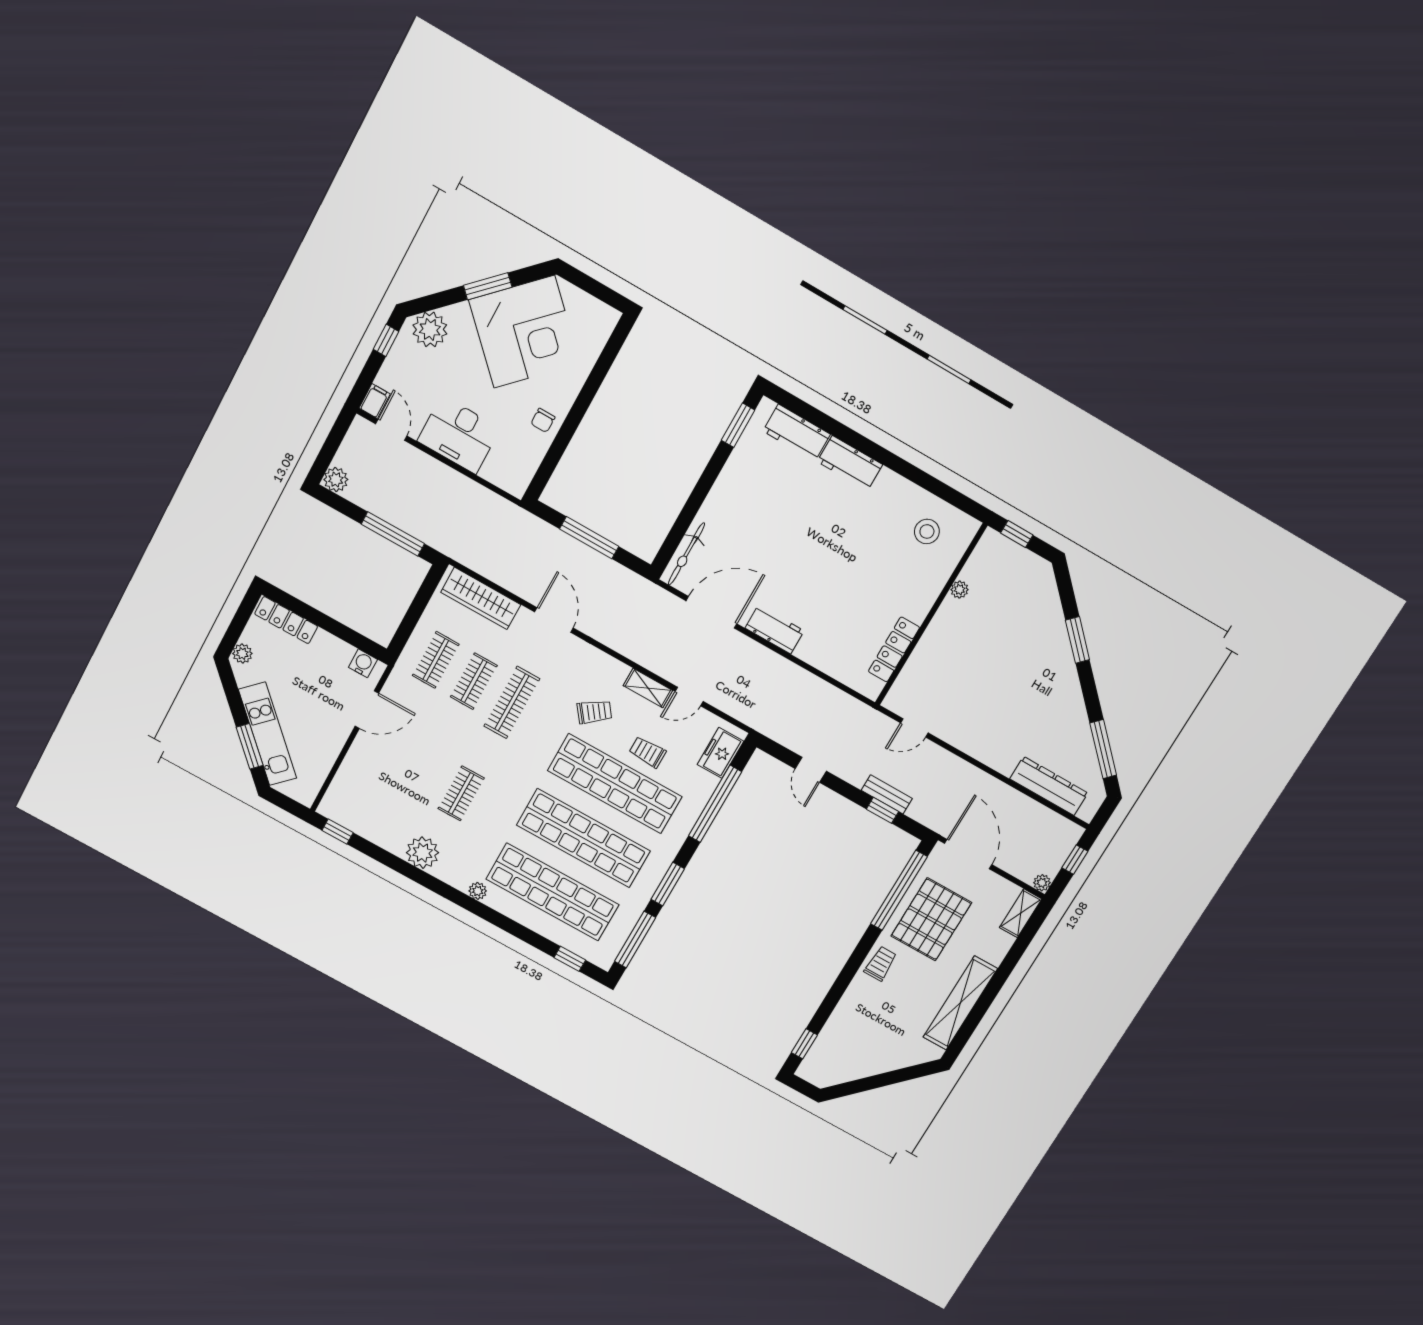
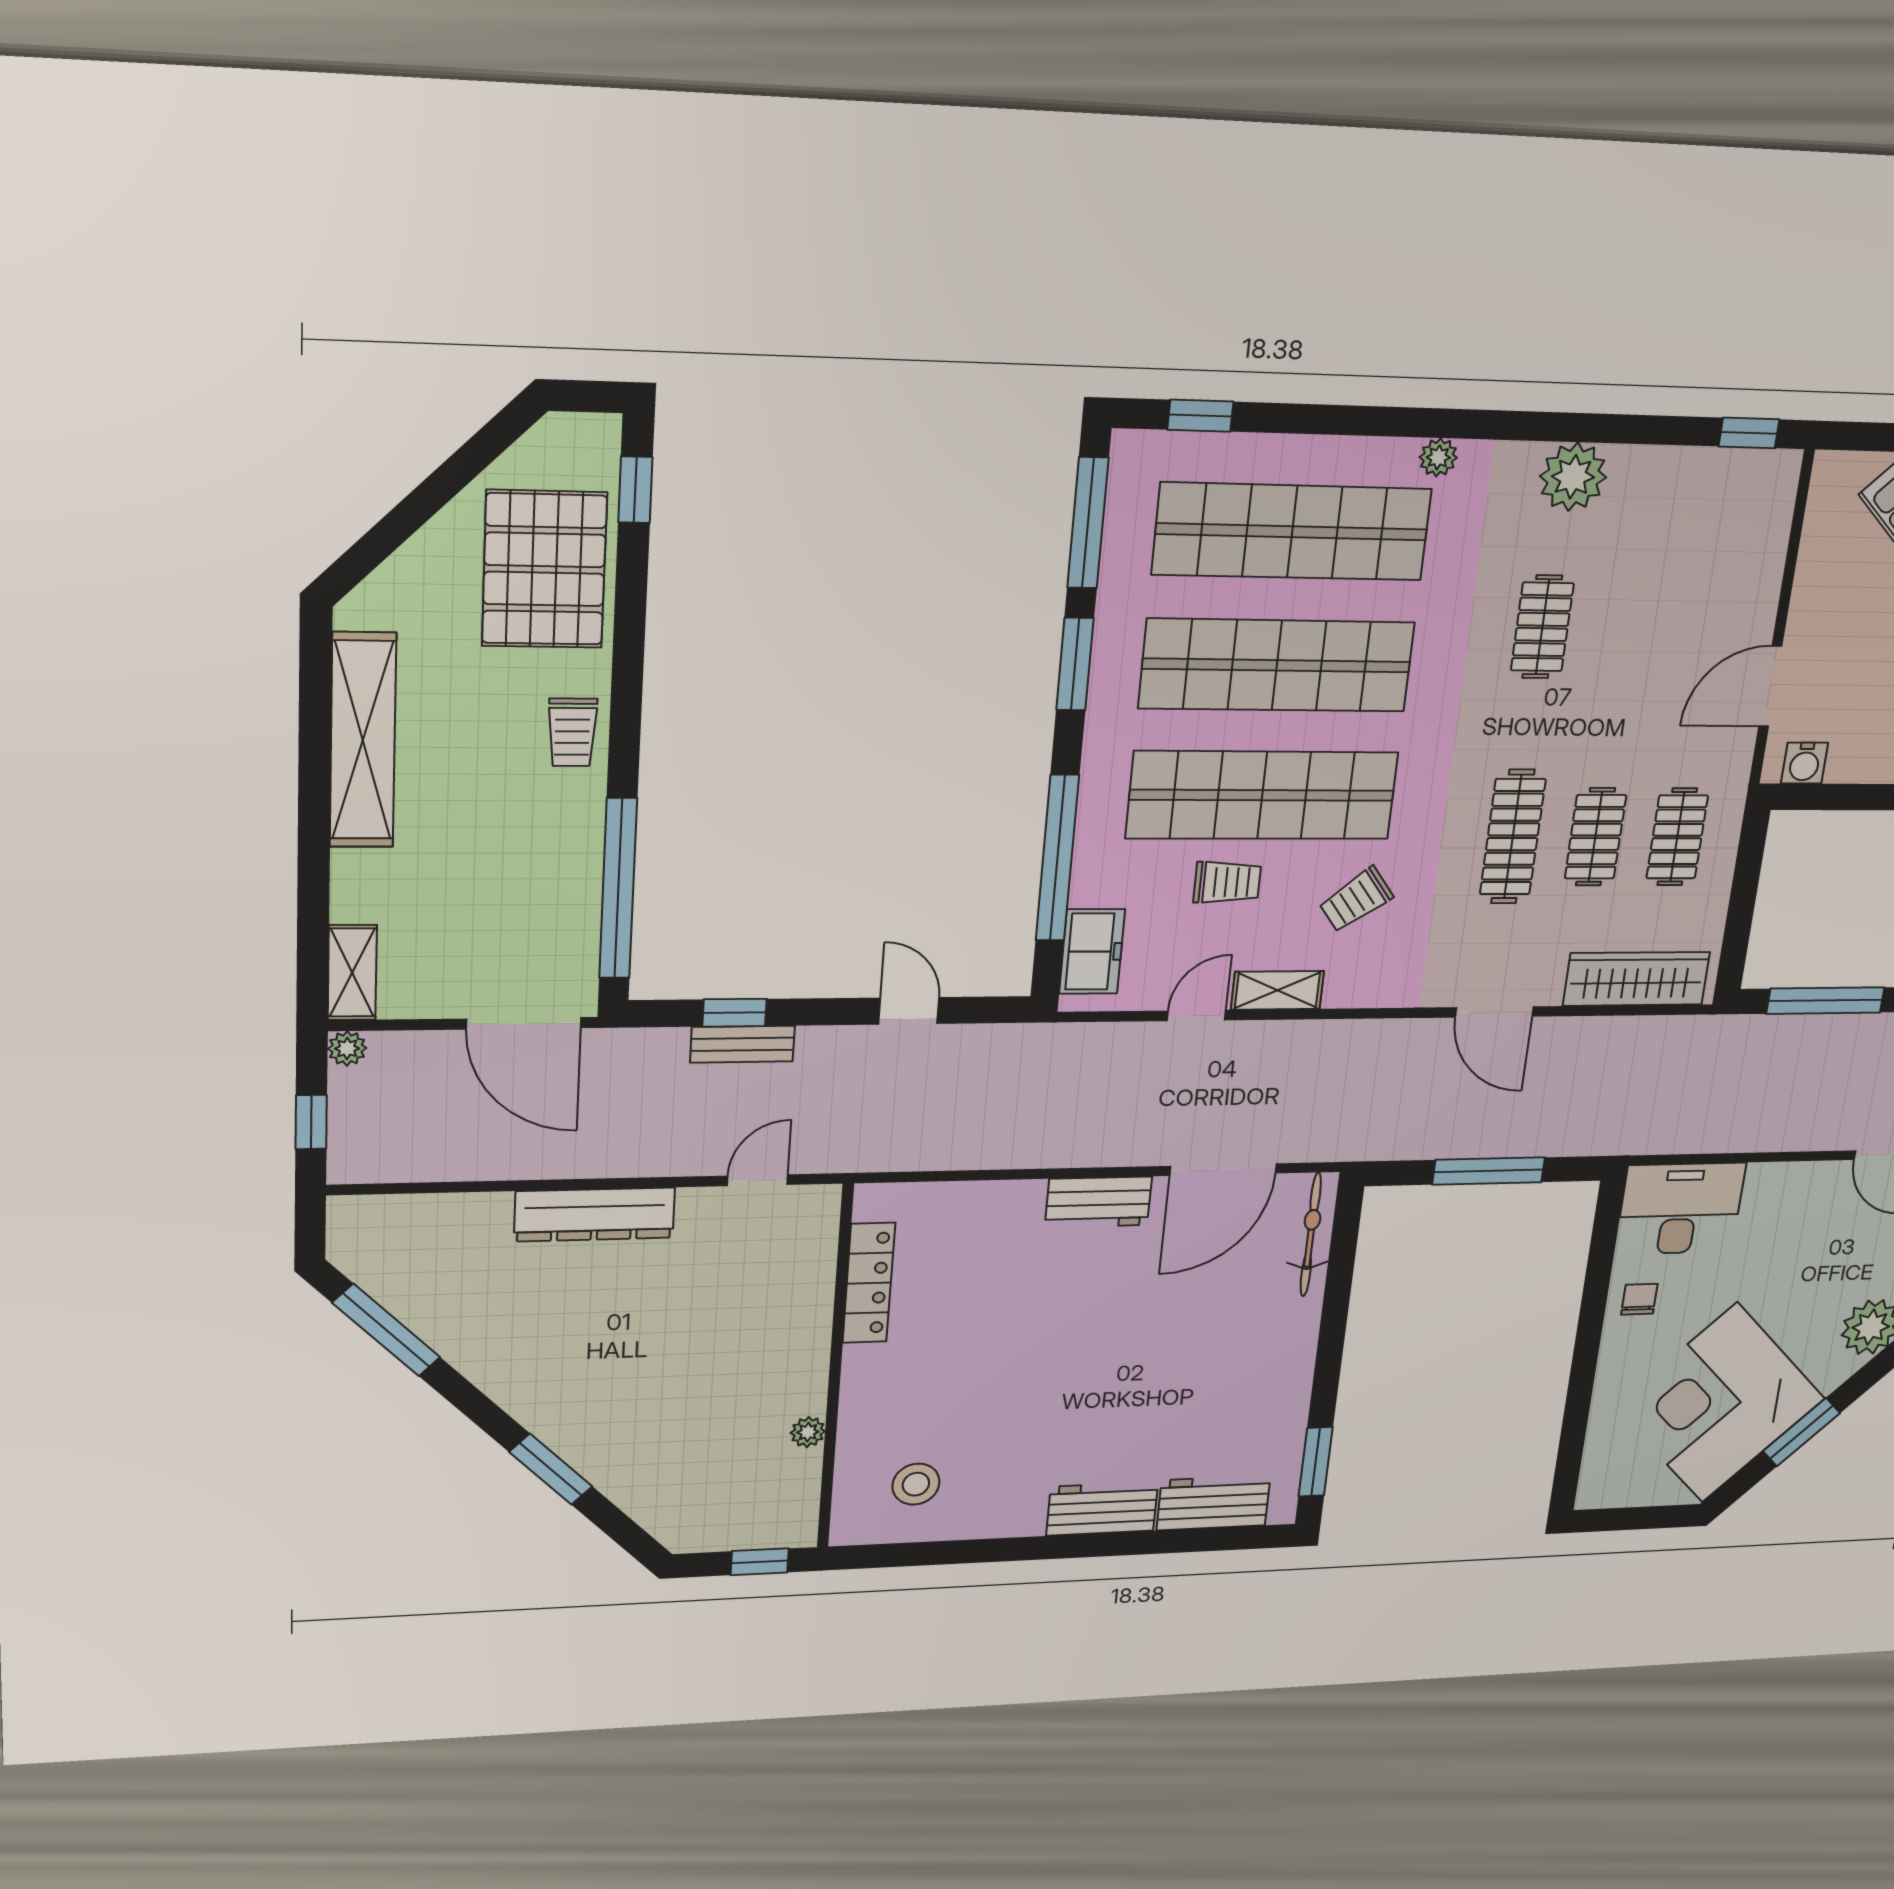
desk: (459, 435) -> (1680, 1209), moved
dresser: (1049, 786) -> (595, 1215), moved
pallet: (931, 919) -> (544, 569), moved

